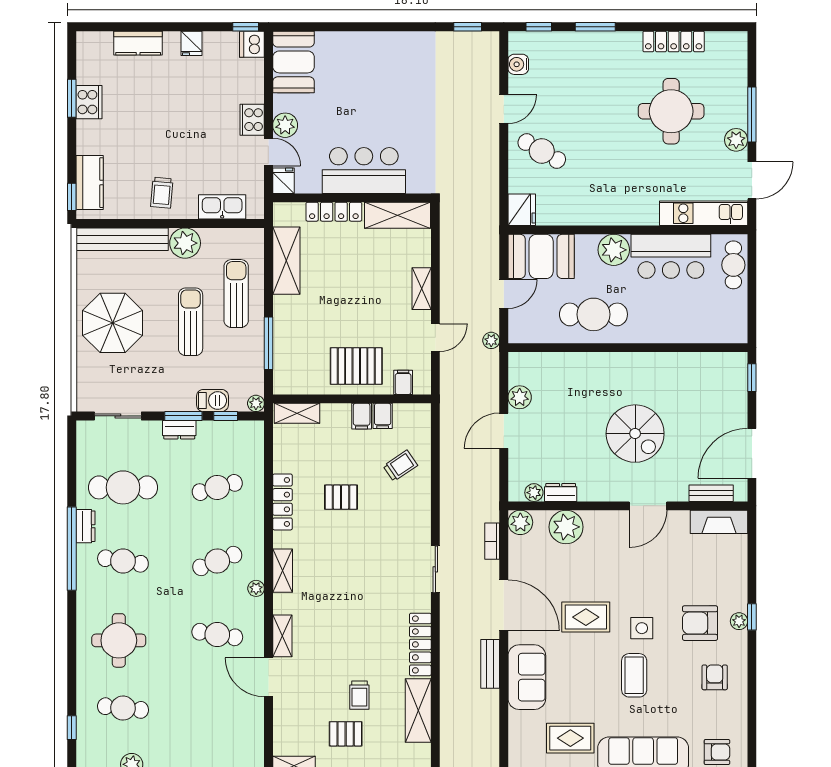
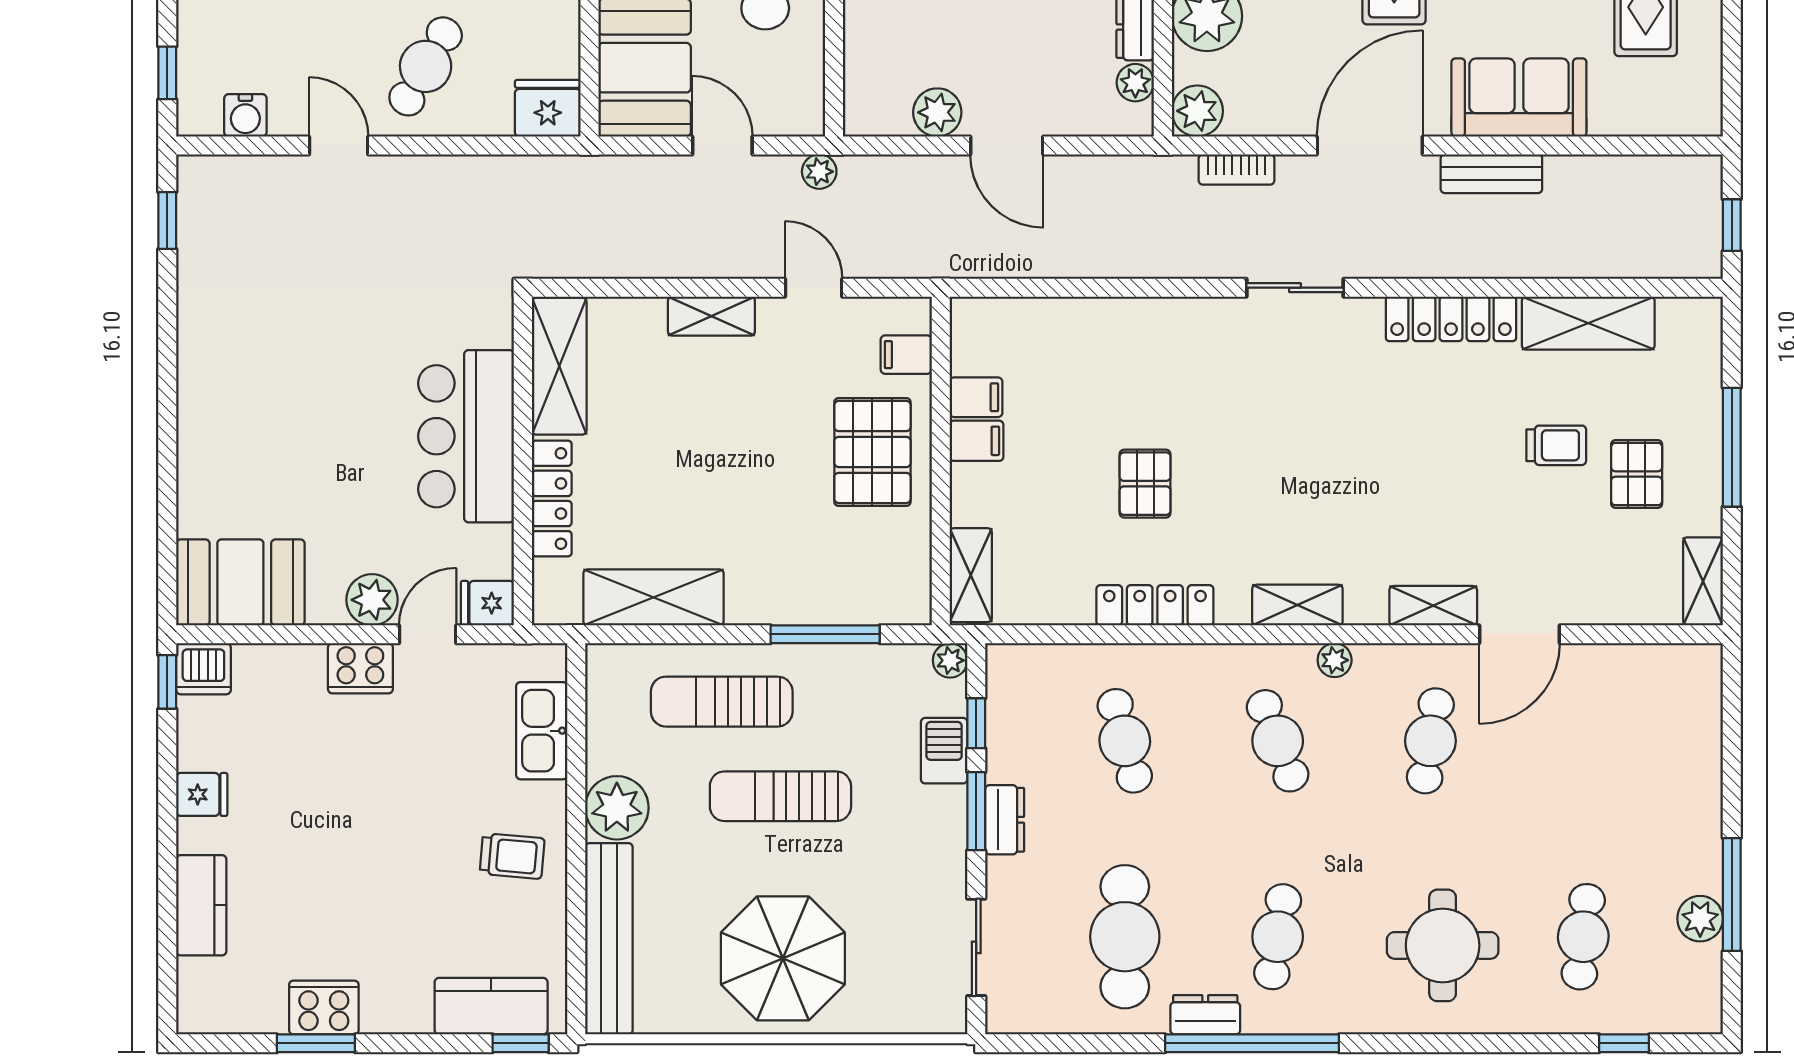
trolley: (400, 466) -> (1079, 360), removed

